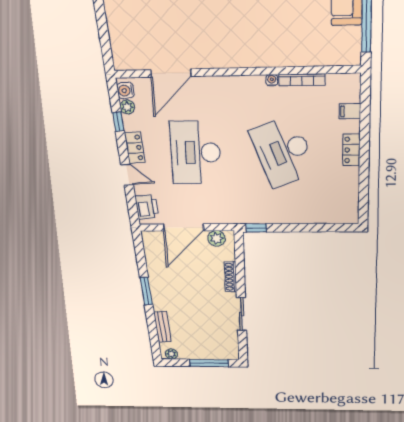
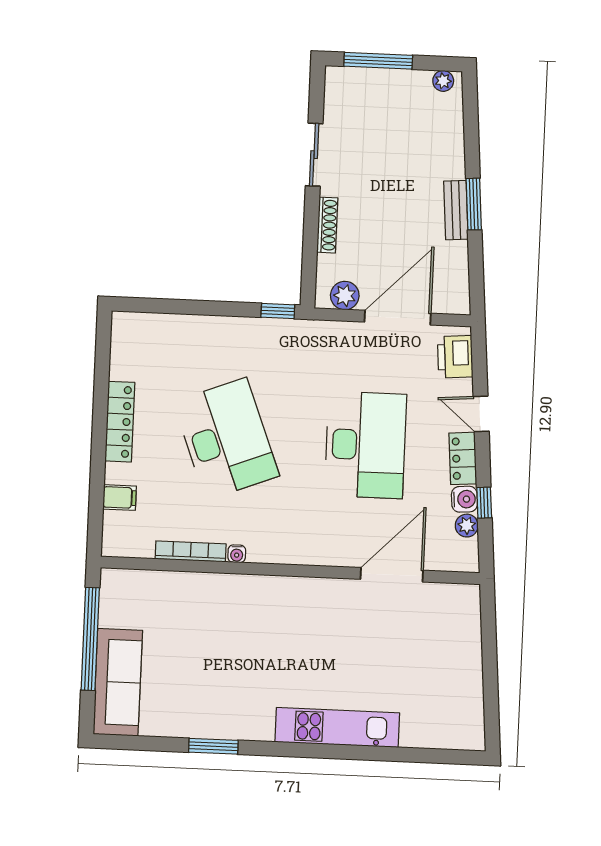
water cooler: (126, 90) -> (464, 499), moved
locker: (351, 150) -> (120, 422), width x1.53
bench: (162, 327) -> (456, 210), moved

